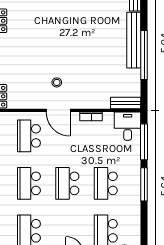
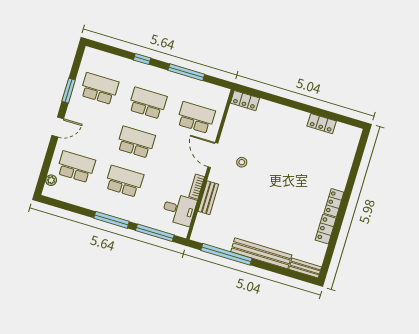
window: (144, 55) -> (226, 254), moved
bench: (126, 103) -> (208, 198), moved
door: (58, 110) -> (213, 155), hinge flipped
desk: (128, 126) -> (179, 209), moved

